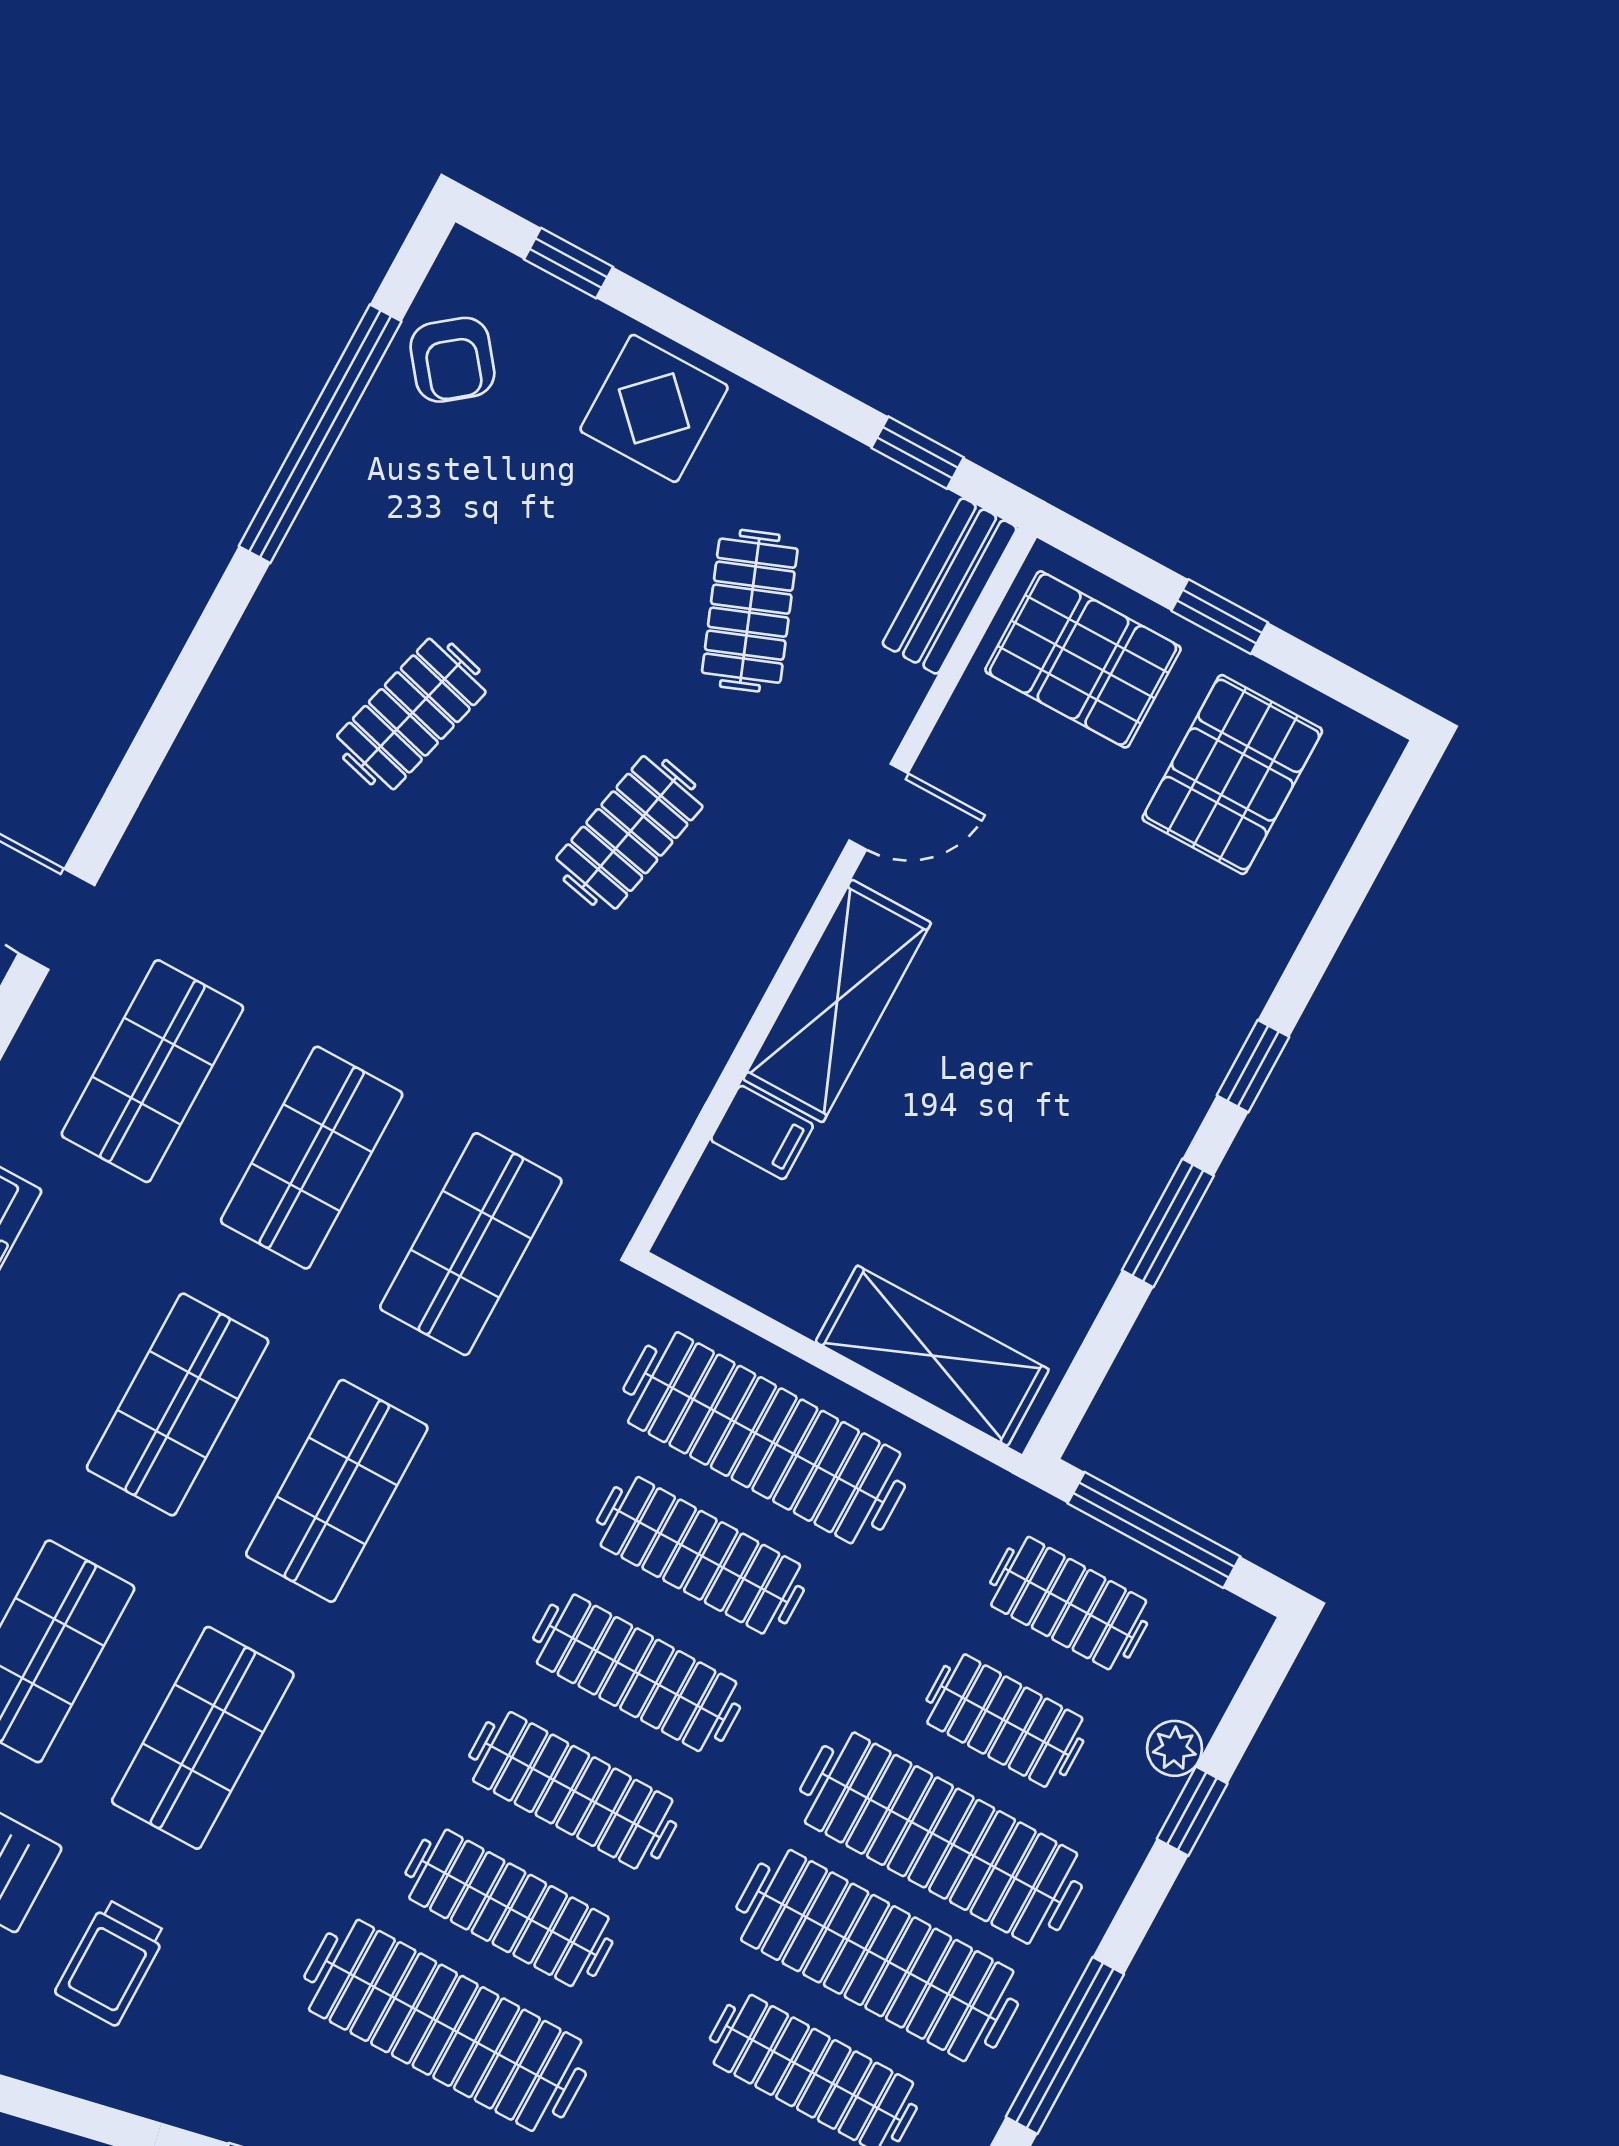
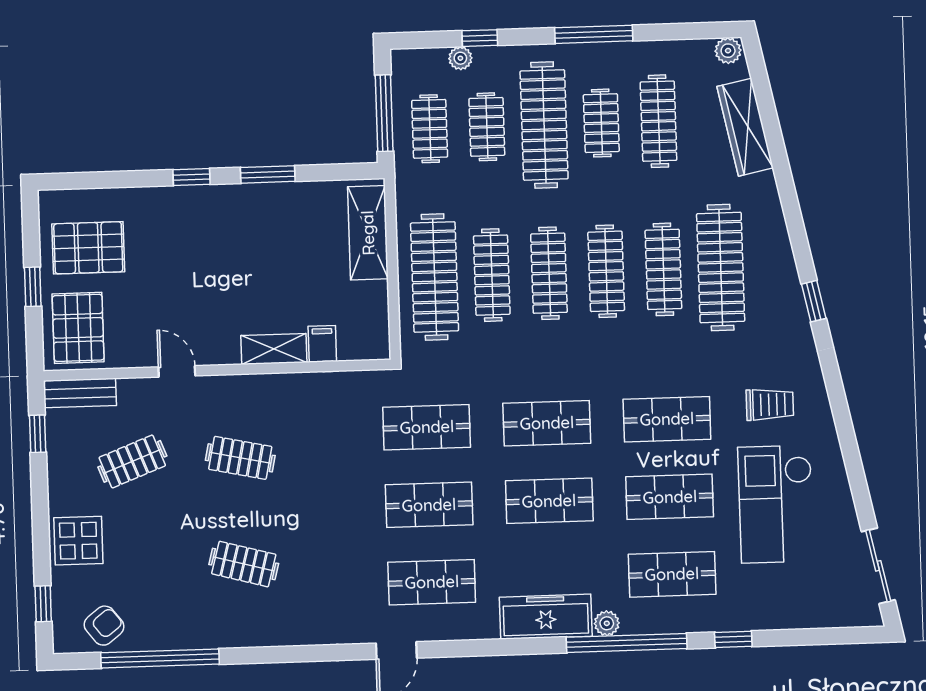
shelving: (837, 1001) -> (274, 349), width x0.67, depth x0.75
clothes rail: (877, 1956) -> (601, 123), width x0.54, depth x0.76

